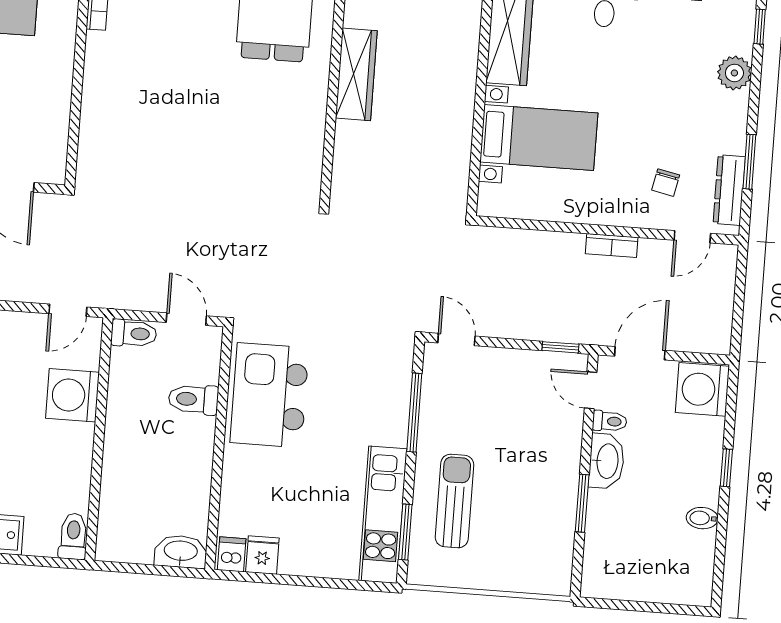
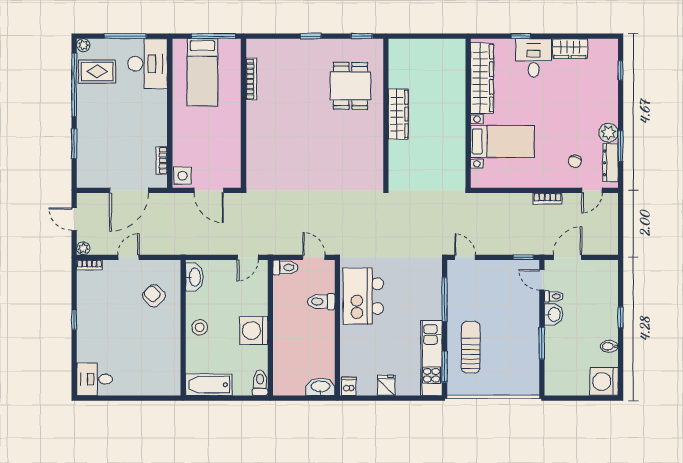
plant: (734, 73) -> (608, 133), moved
washing machine: (702, 389) -> (604, 382), moved
washing machine: (73, 395) -> (254, 331), moved
washbasin: (607, 461) -> (554, 314), width x0.72
fridge: (262, 555) -> (386, 385), moved

